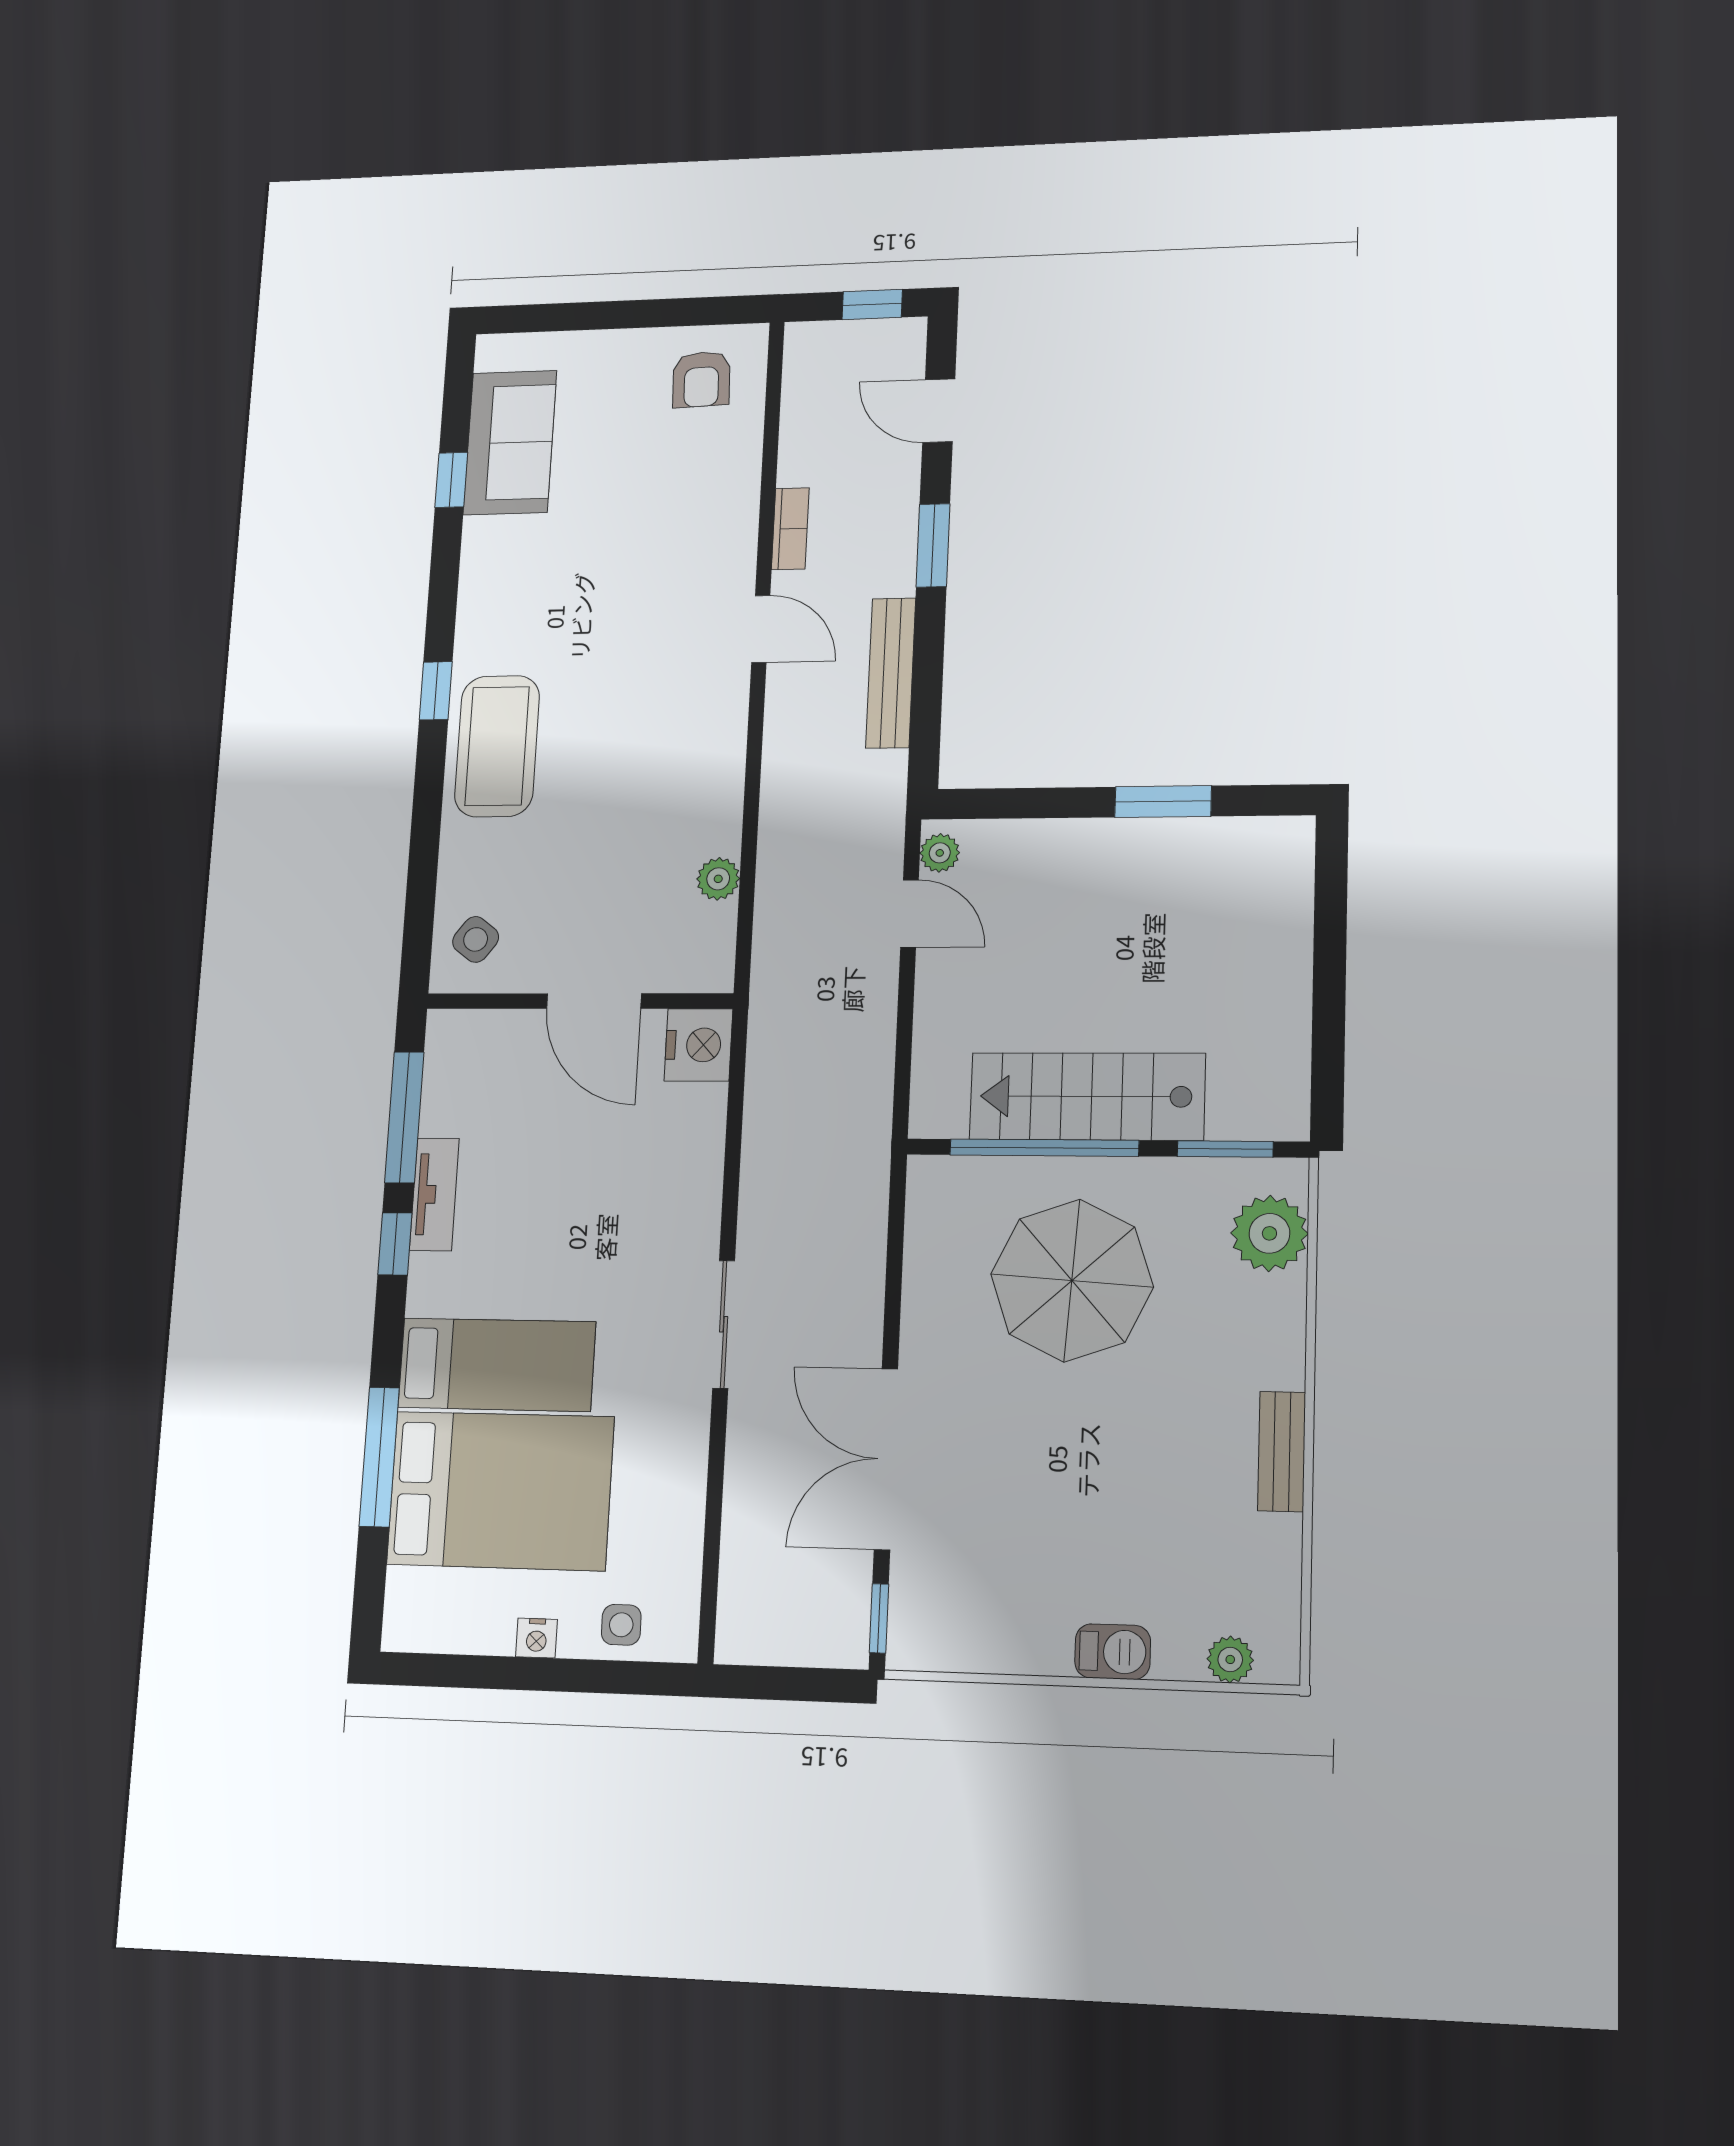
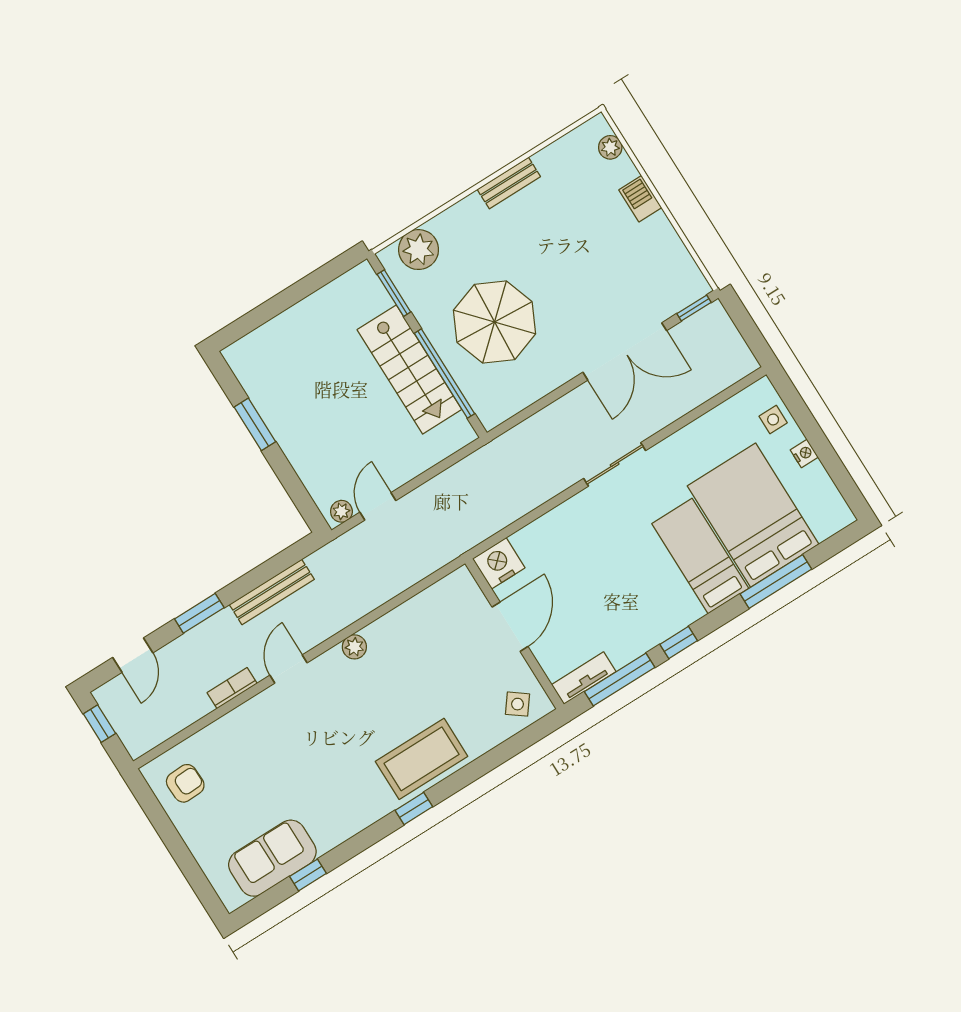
plant: (718, 879) -> (354, 647), moved
tv unit: (434, 1194) -> (584, 678), moved

